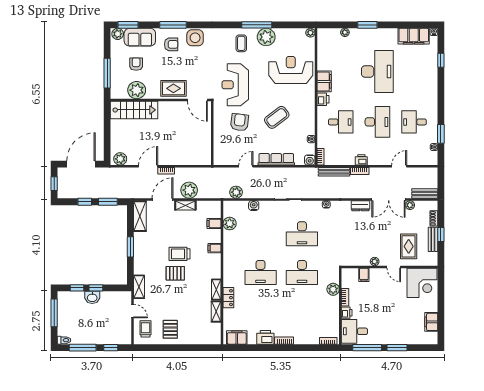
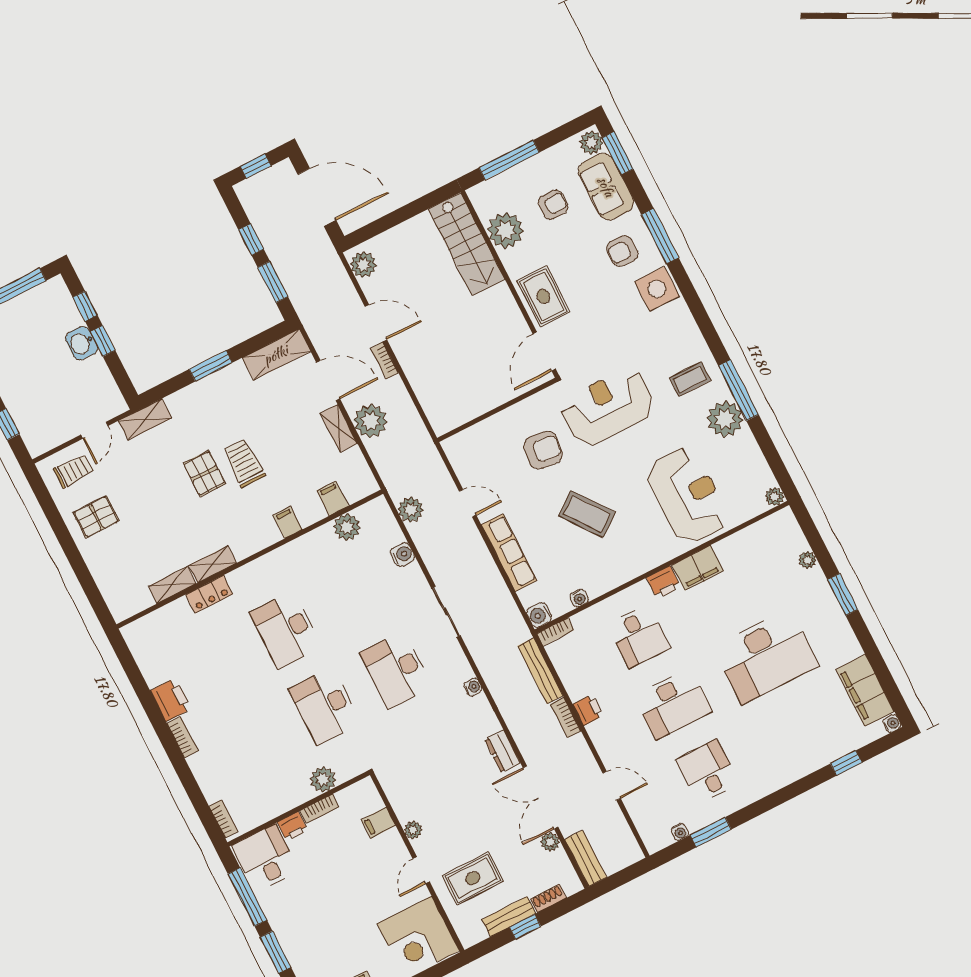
armchair: (171, 44) -> (622, 251), turned 90
filing cabinet: (237, 338) -> (144, 647), removed

